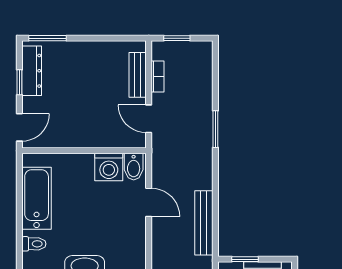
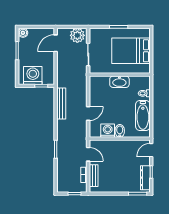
bidet: (134, 167) -> (120, 131), moved
door: (149, 202) -> (88, 114), swing flipped

